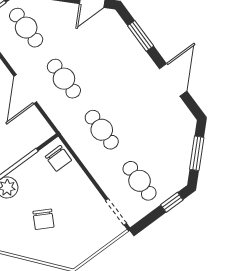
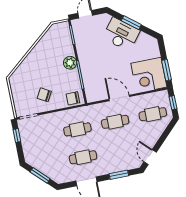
cafe table: (140, 181) -> (83, 157), moved
window: (172, 202) -> (17, 136), moved
chair: (43, 219) -> (44, 95), moved

